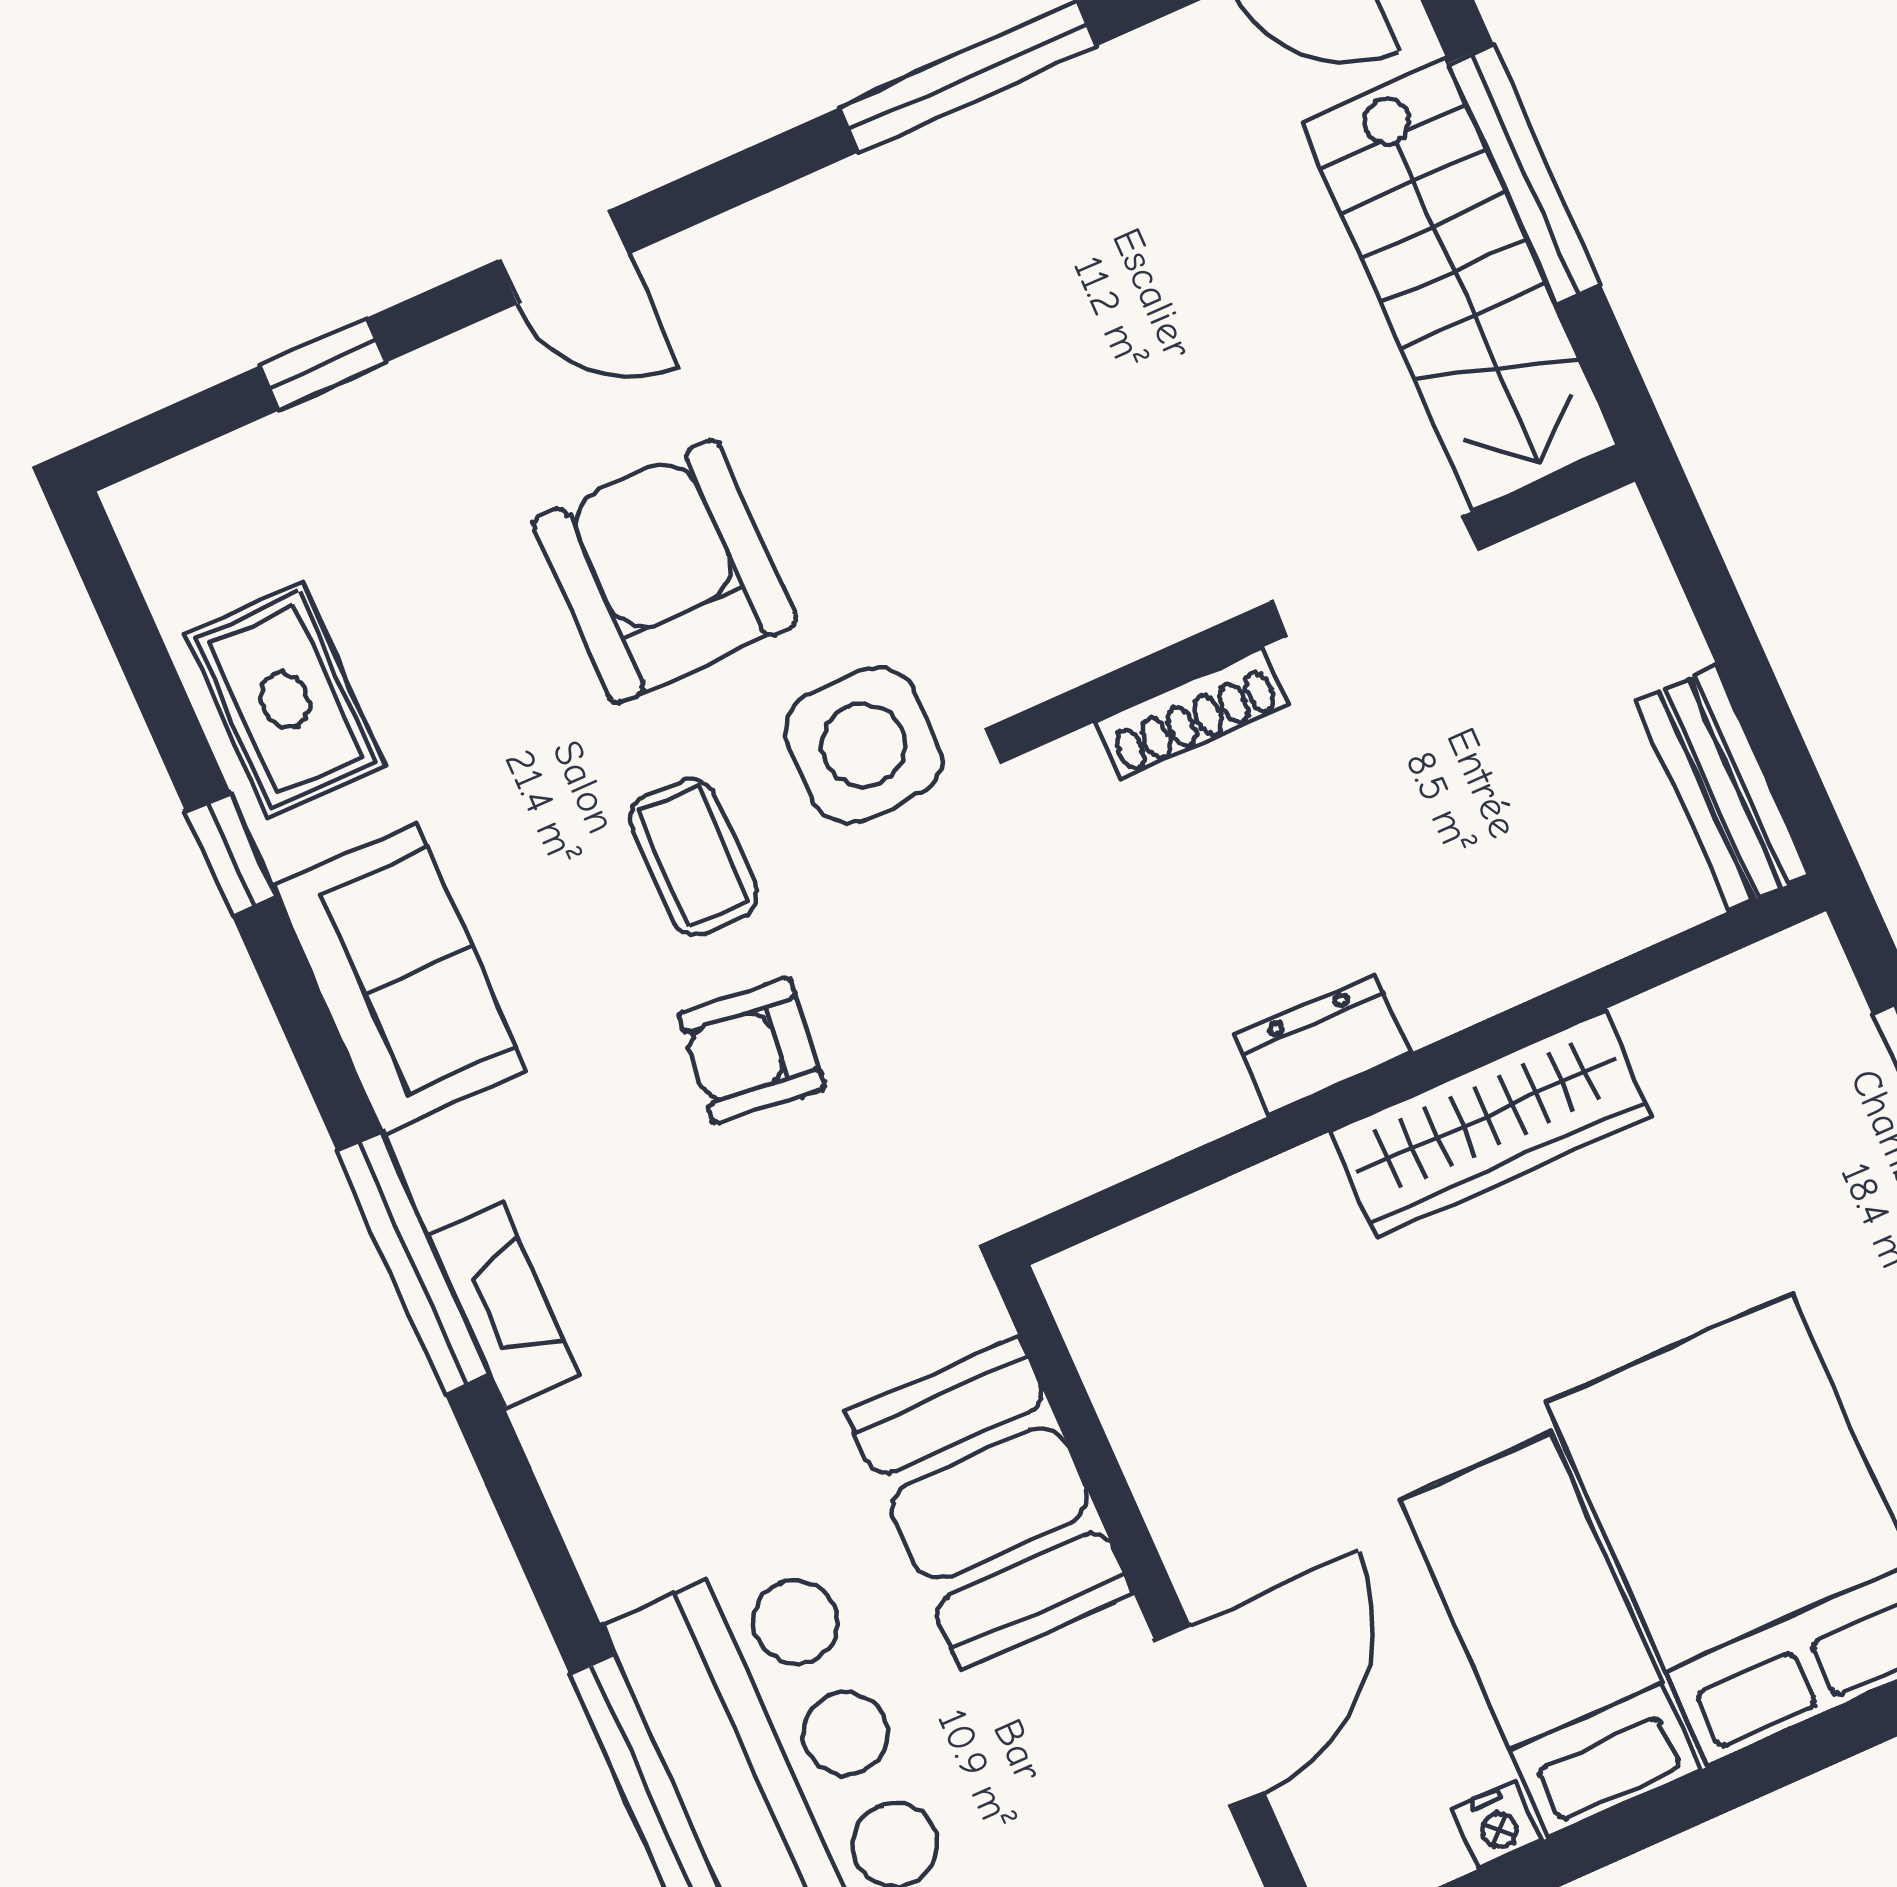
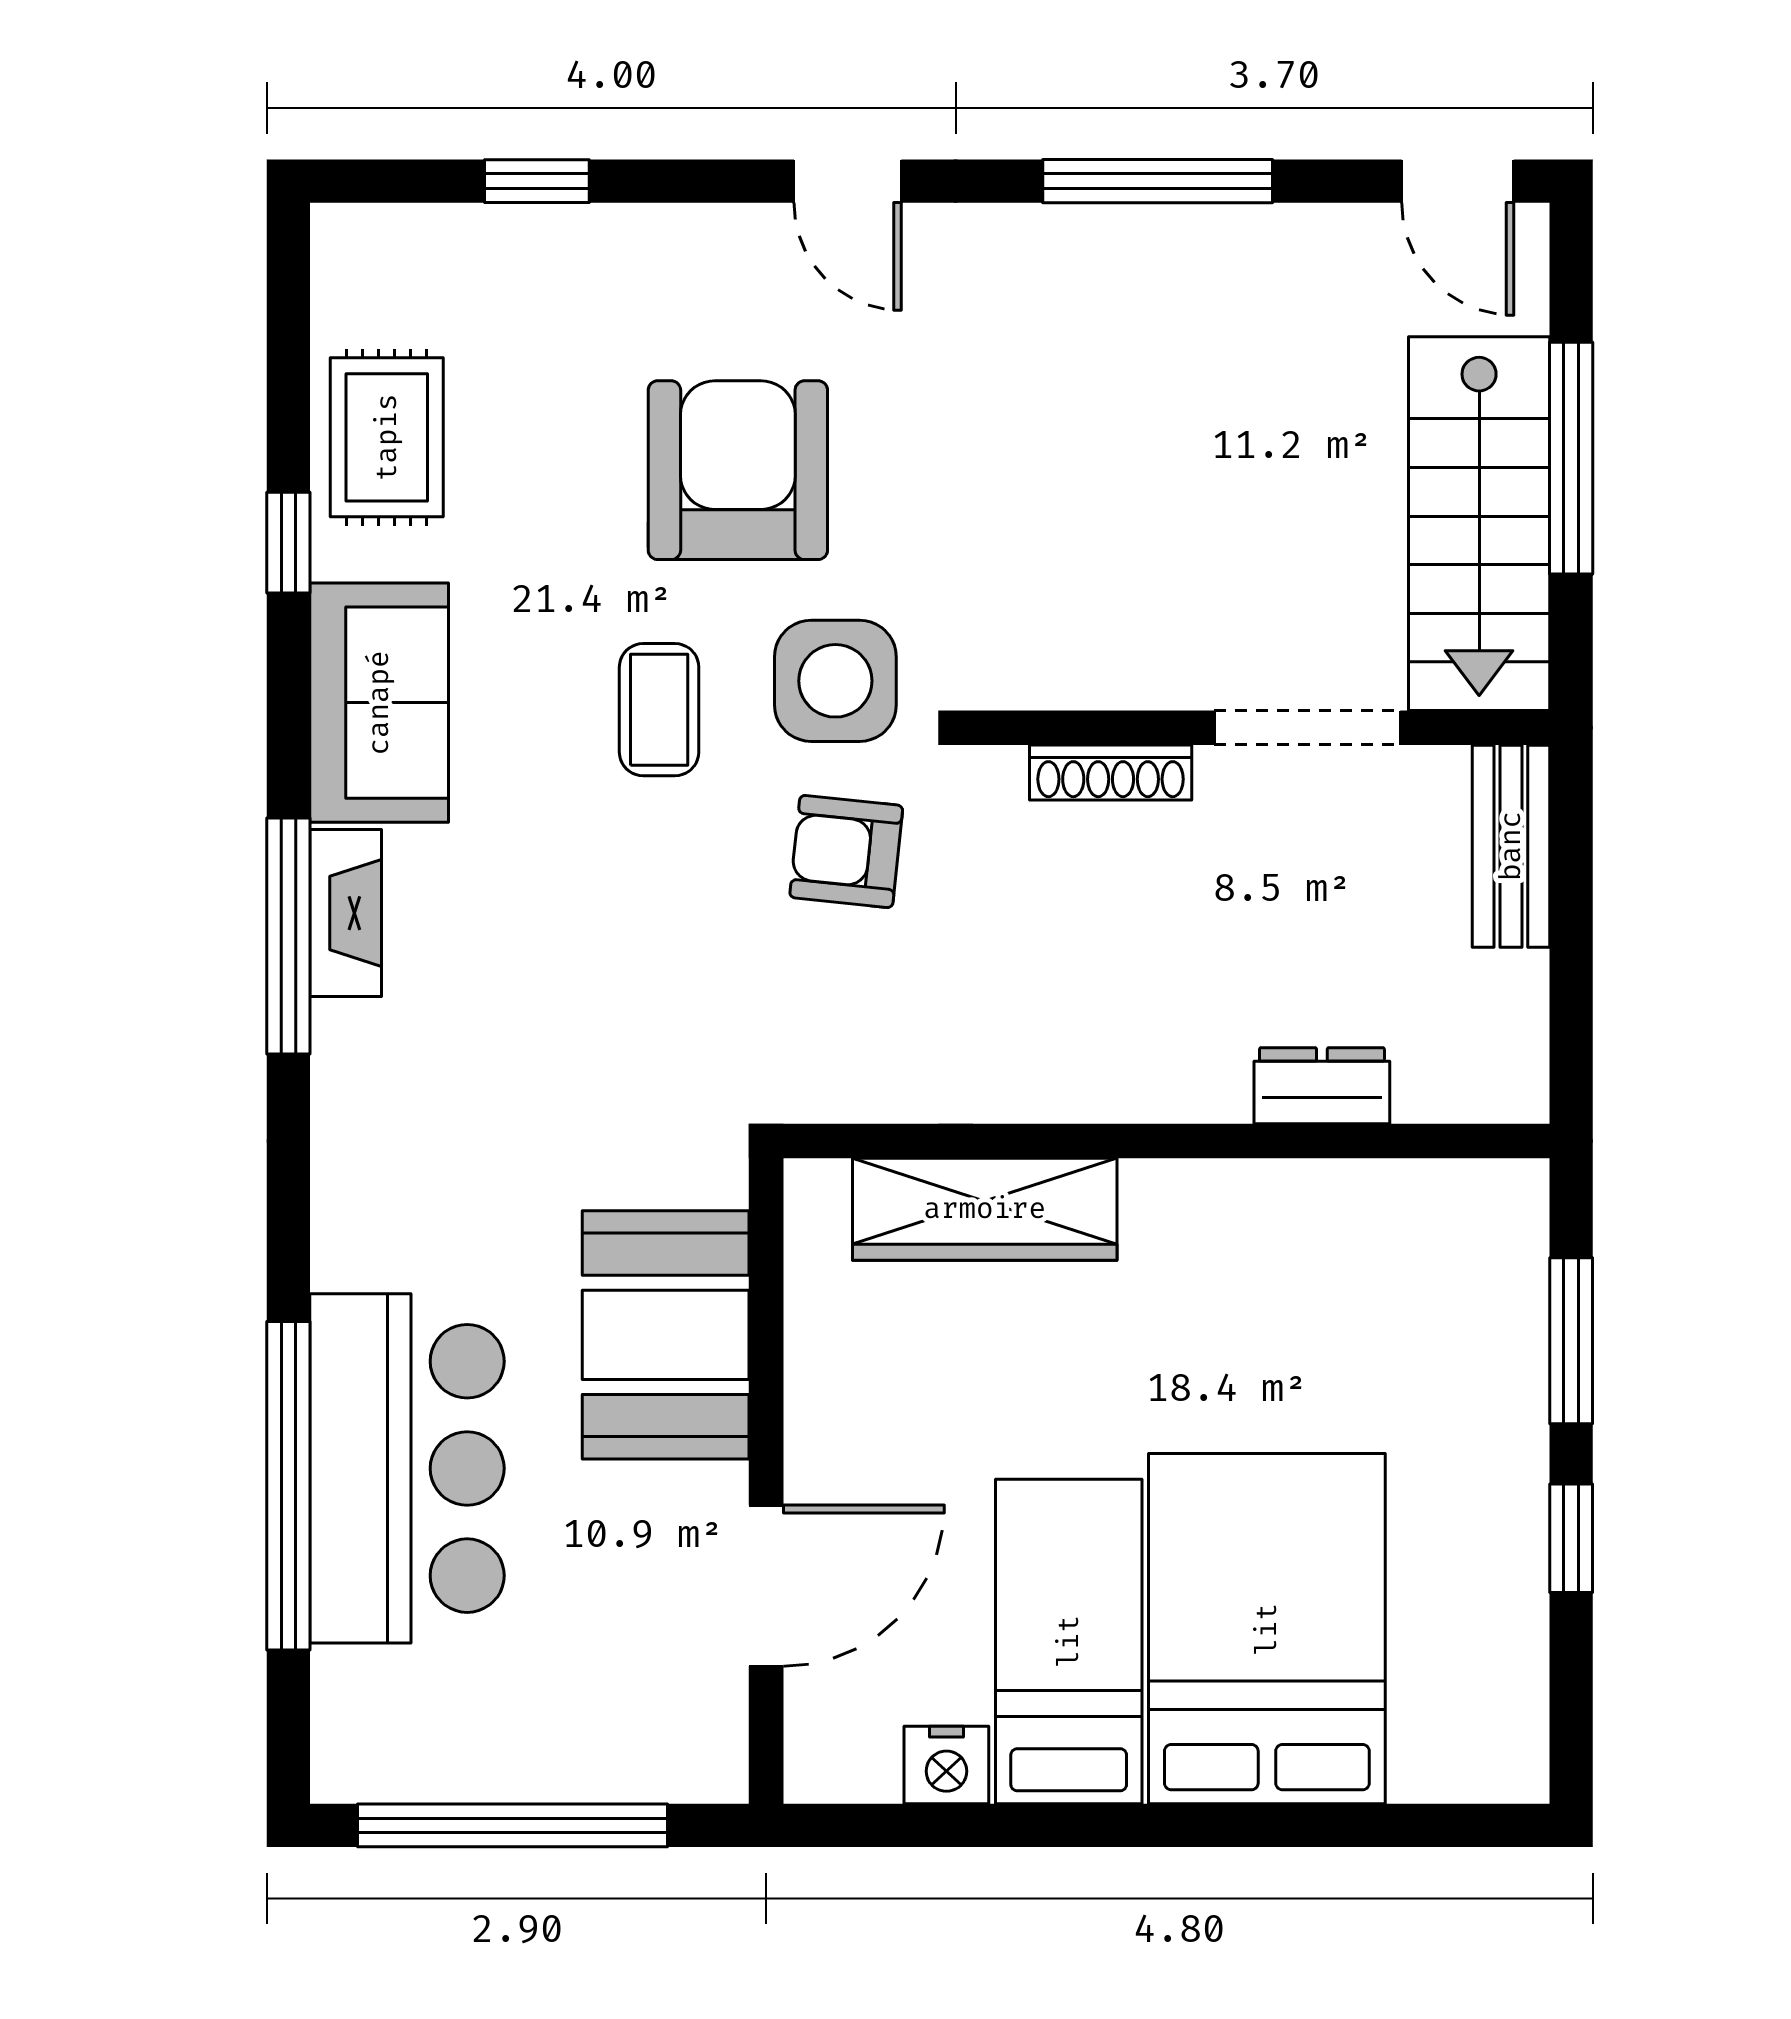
door: (564, 257) -> (848, 181), moved
bench: (1723, 788) -> (1511, 846), moved
dresser: (1322, 1045) -> (1322, 1086), moved
armchair: (752, 1051) -> (846, 852), moved
wardrobe: (1491, 1124) -> (985, 1209), moved
fireplace: (504, 1306) -> (346, 913), moved
nightstand: (1497, 1825) -> (946, 1765), width x1.39, depth x1.35

